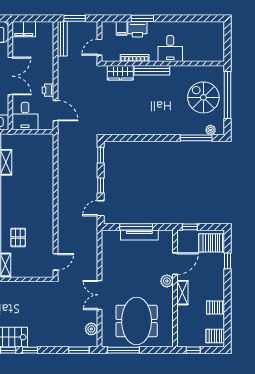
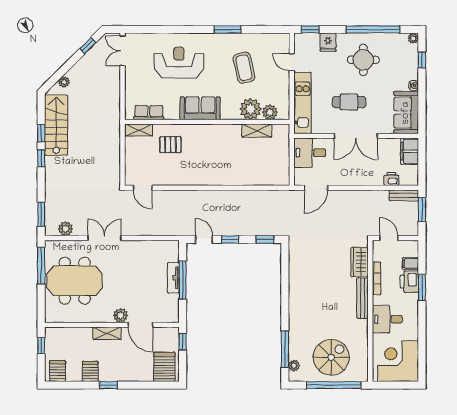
bench: (62, 39) -> (404, 195), width x0.73
corner desk: (207, 39) -> (398, 361), added
printer: (48, 90) -> (391, 179), moved
tv unit: (139, 235) -> (173, 278), width x0.71
window: (228, 261) -> (108, 385), moved

